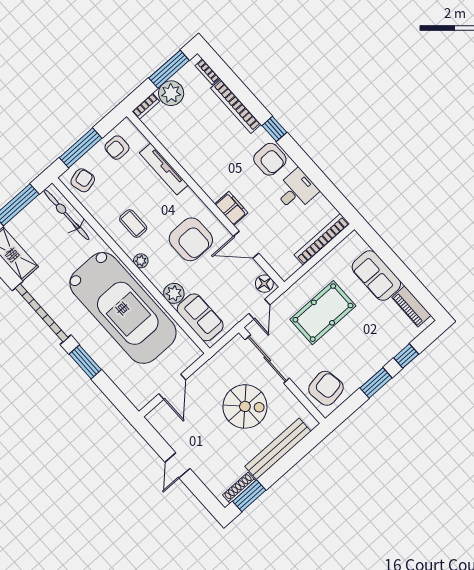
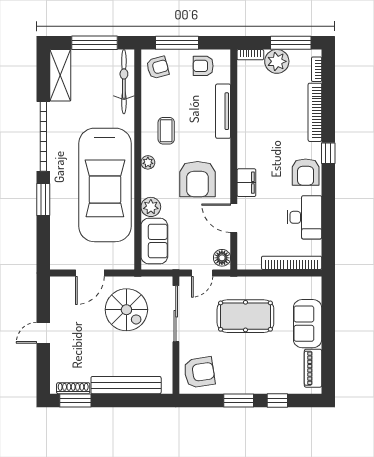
desk: (296, 191) -> (304, 217), width x1.37
spiral stairs: (245, 406) -> (126, 310), moved

